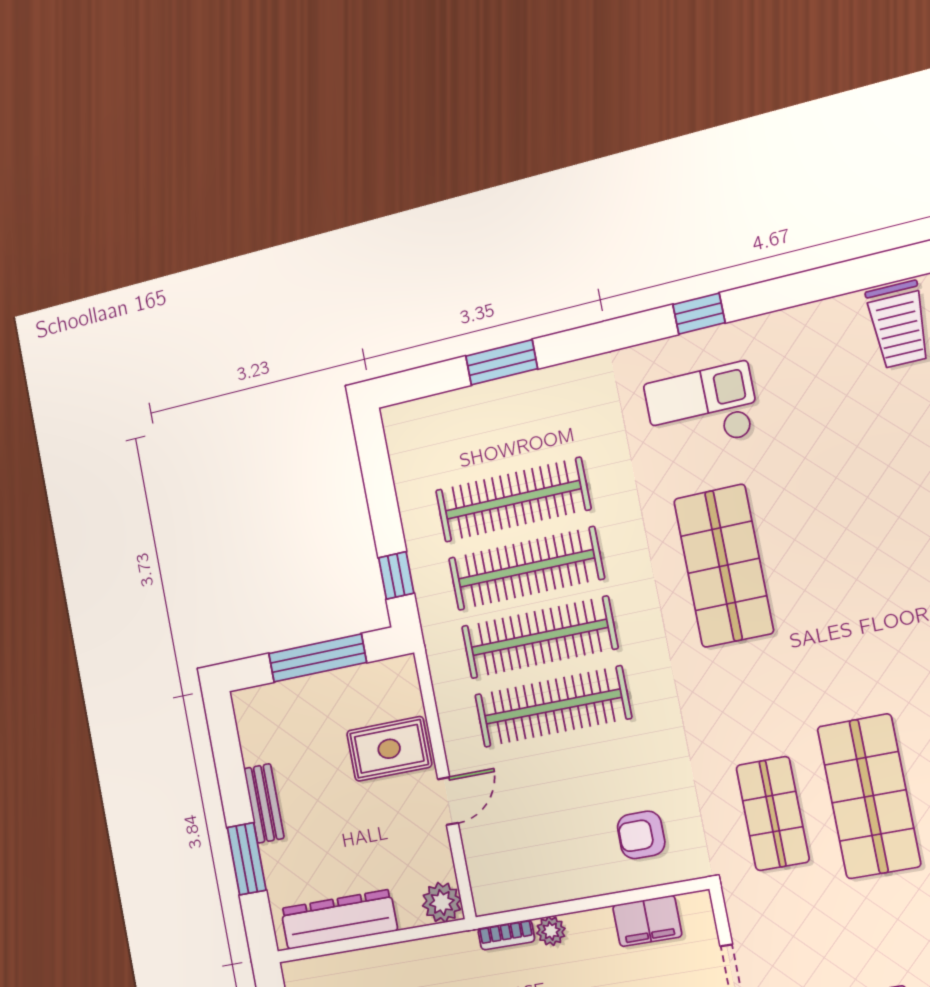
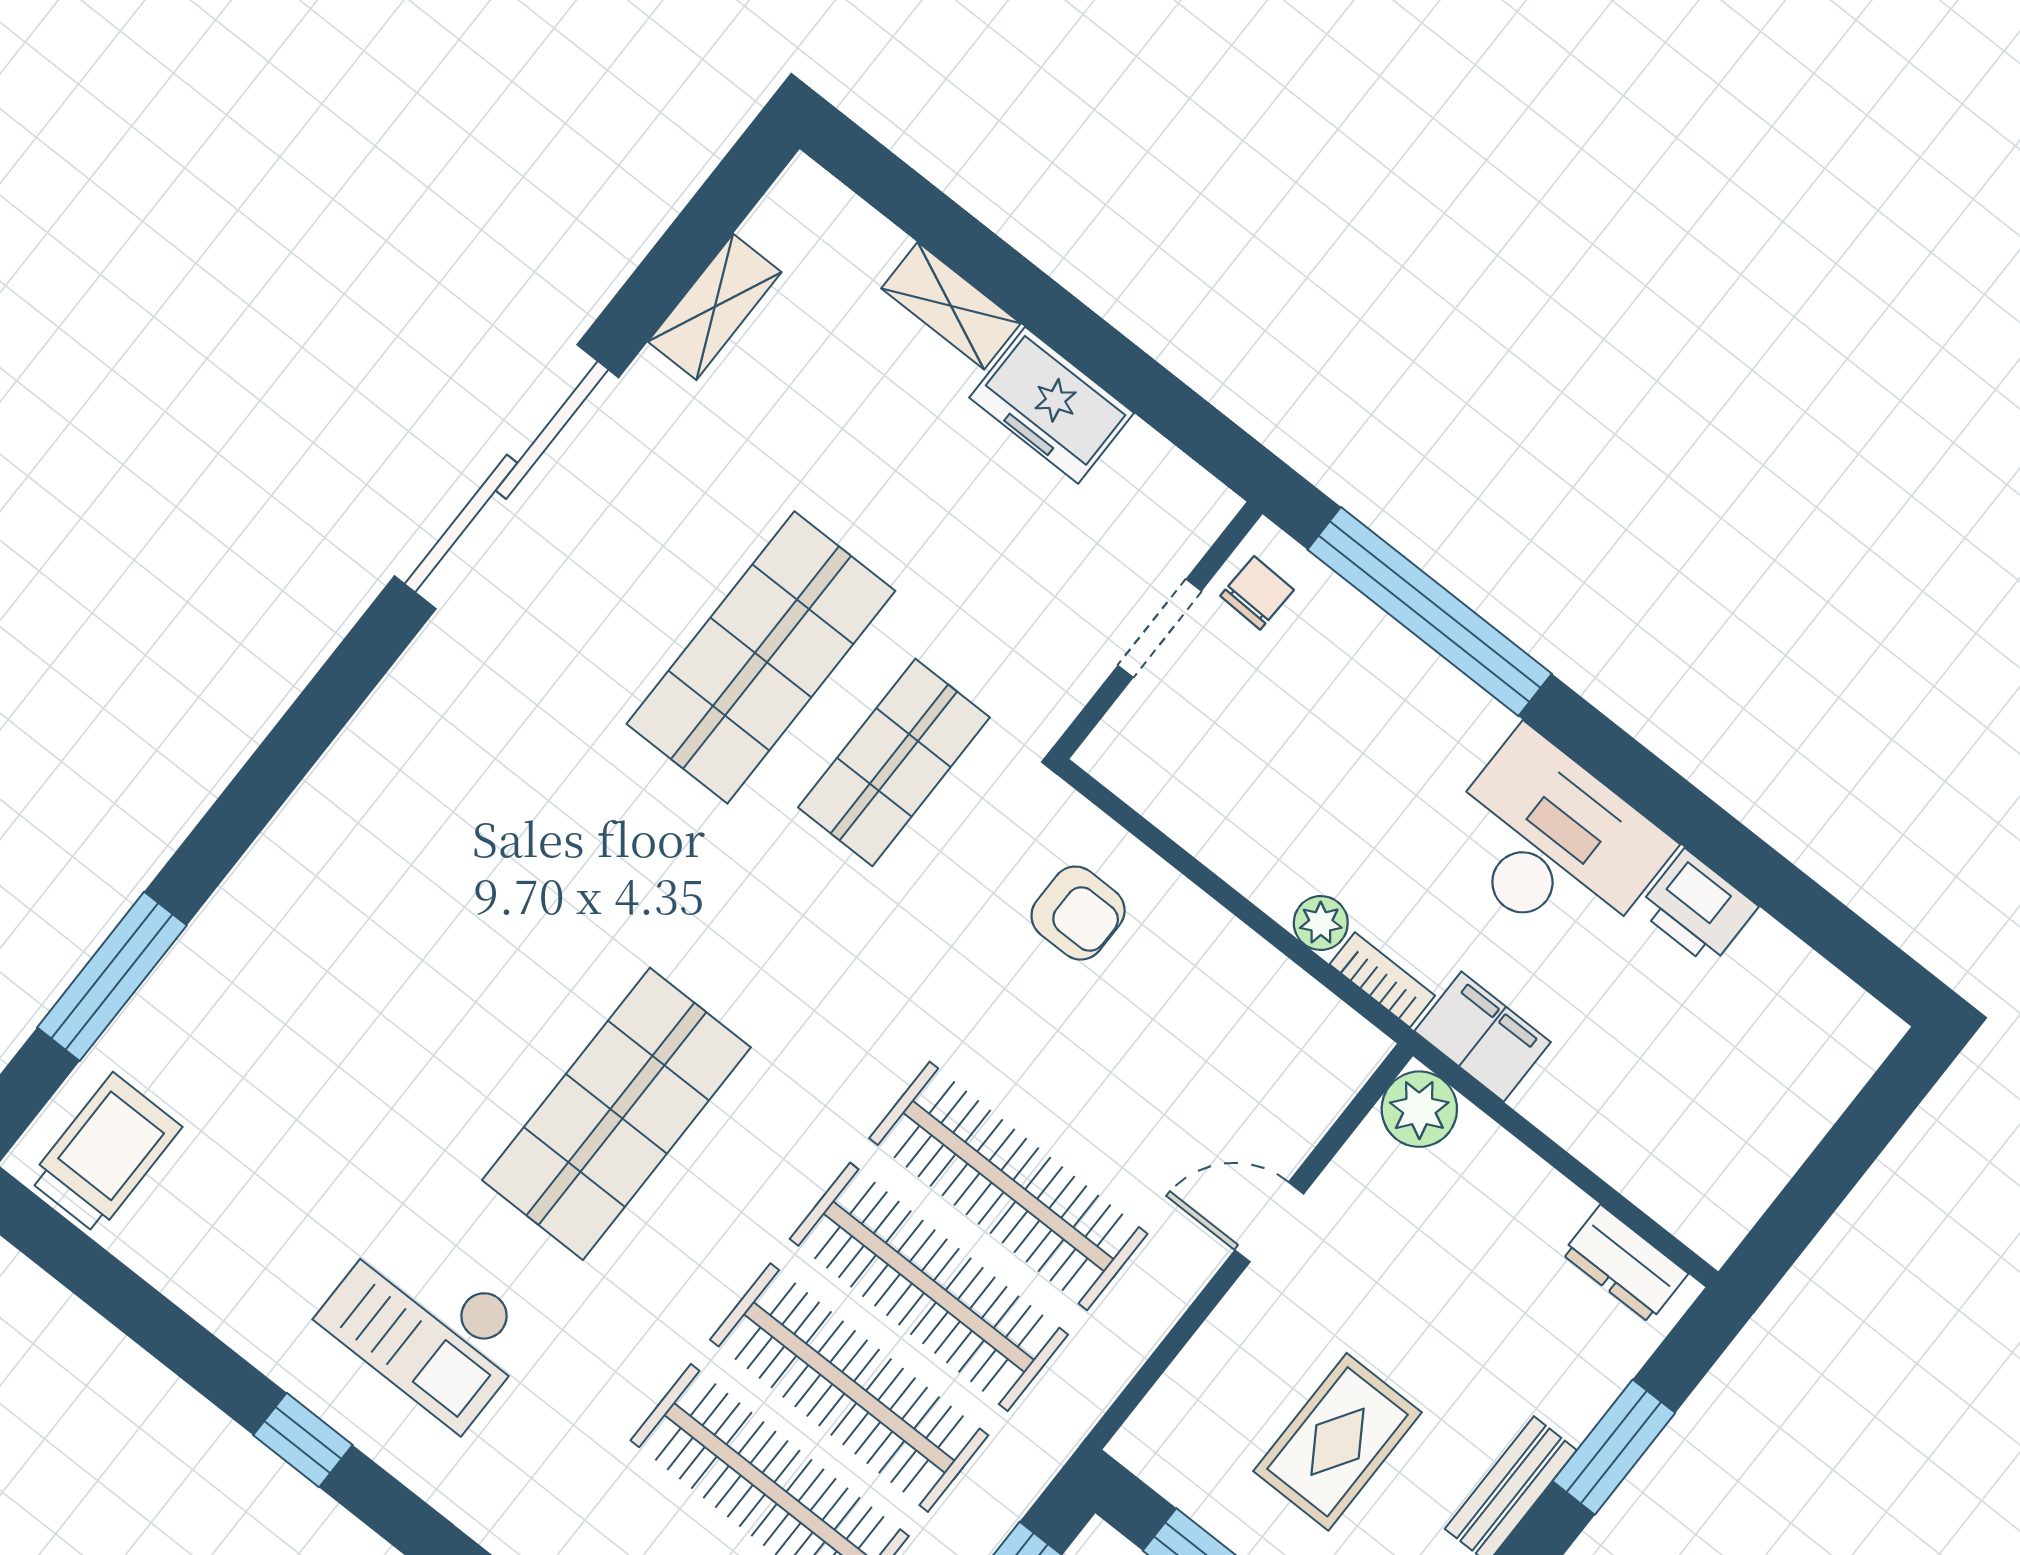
rug: (389, 749) -> (1338, 1442), moved, turned 90
dresser: (339, 920) -> (1625, 1264), width x0.51, depth x0.80
filing cabinet: (647, 921) -> (1483, 1037), moved

